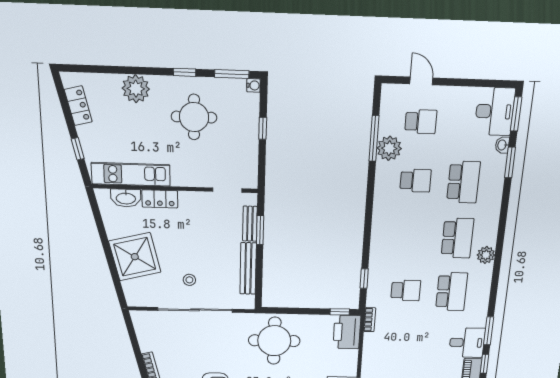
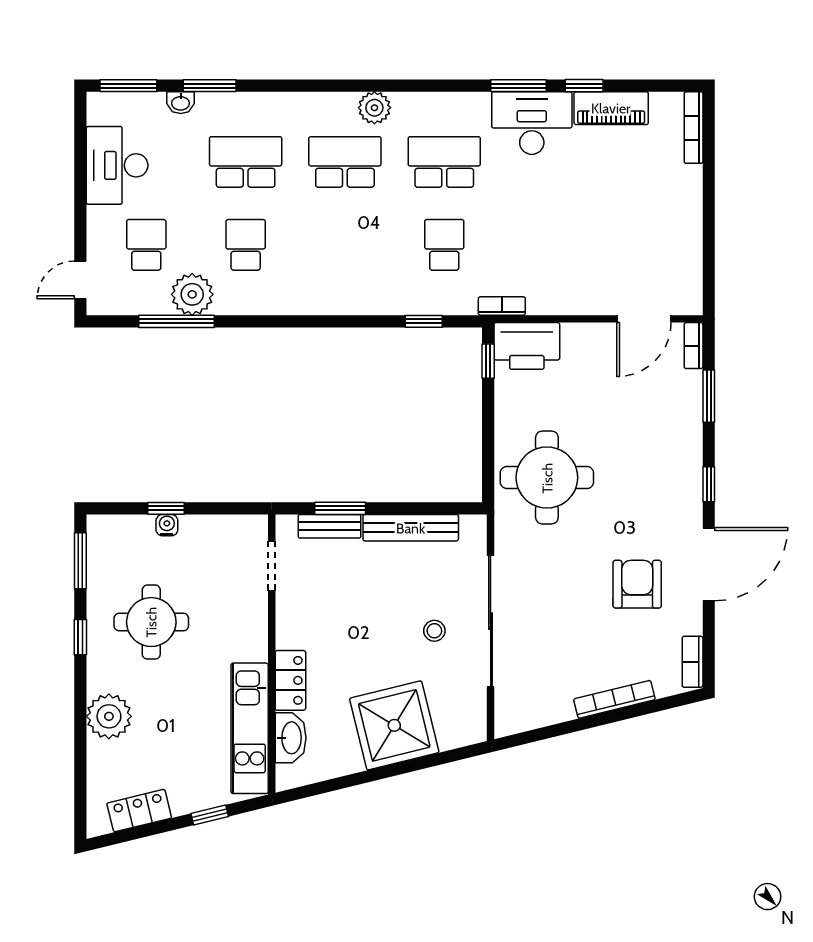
door: (421, 81) -> (80, 280), moved
water cooler: (253, 85) -> (167, 525), moved
desk: (495, 111) -> (117, 165), moved, turned -90
desk: (467, 343) -> (532, 123), width x1.37

